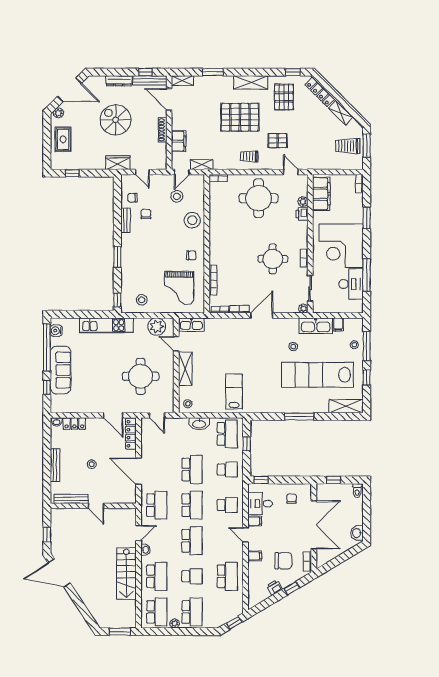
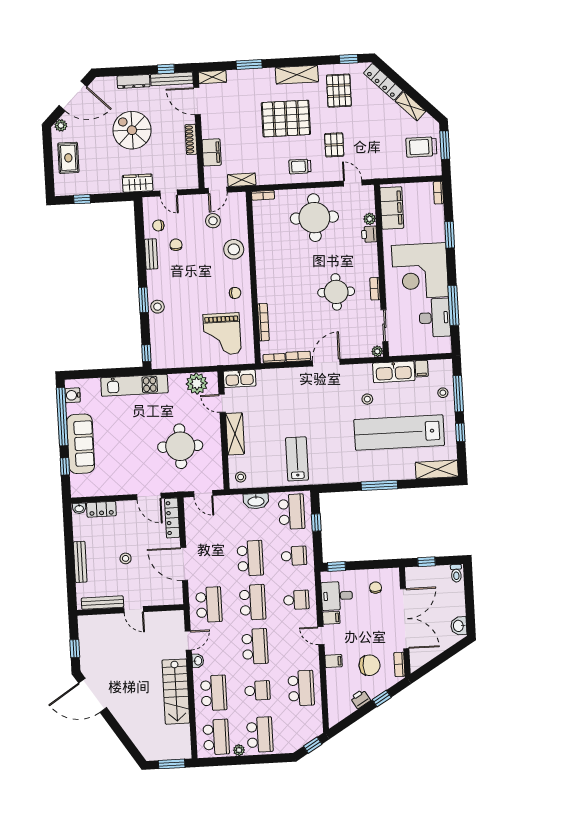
pallet: (278, 141) -> (334, 145), turned 90
stool: (142, 300) -> (157, 307), moved

